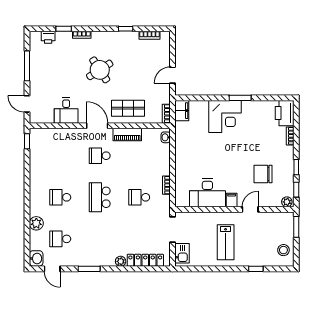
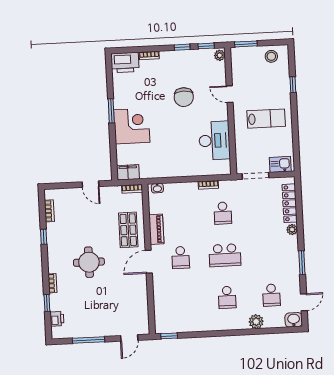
round table: (100, 70) -> (89, 262), turned 33
desk: (66, 111) -> (134, 296), removed
chair: (263, 174) -> (184, 97), moved
filing cabinet: (232, 200) -> (221, 114), removed

